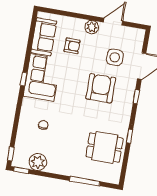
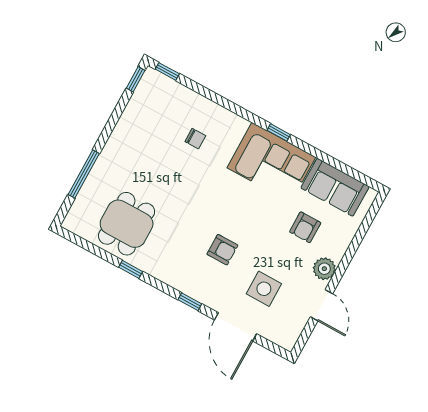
armchair: (101, 88) -> (222, 250), width x0.53, depth x0.53
plant: (38, 162) -> (140, 110), removed

